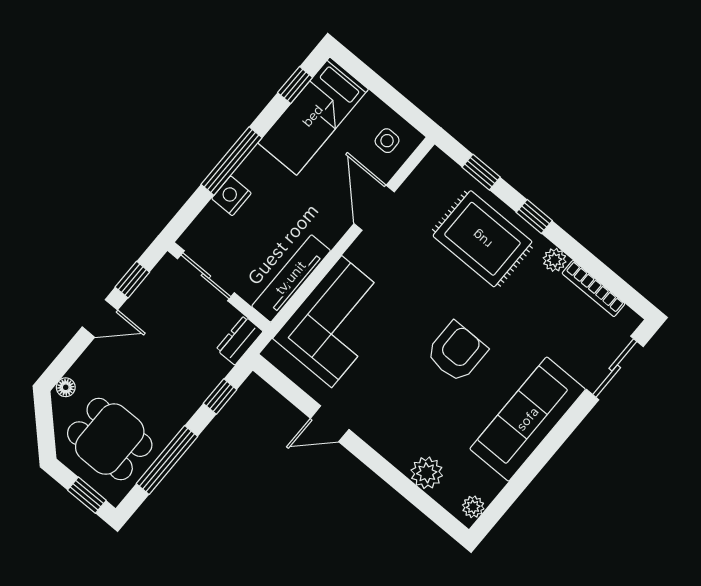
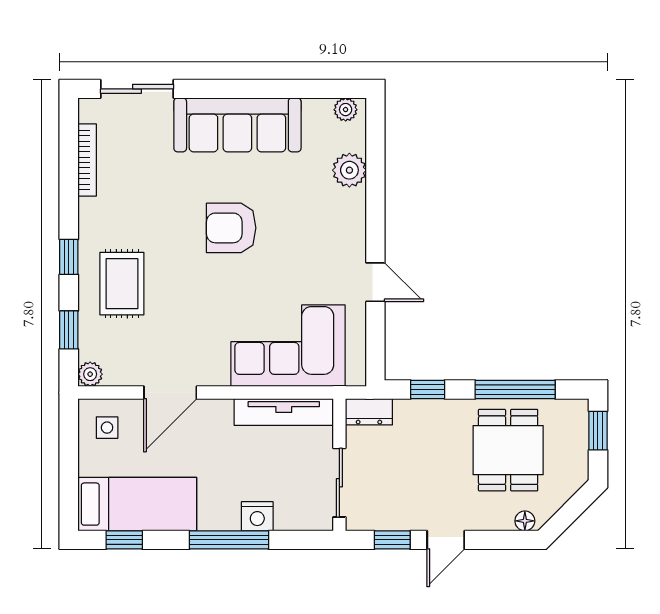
rug: (482, 239) -> (122, 284), width x0.73, depth x0.70
plant: (555, 260) -> (90, 374), moved
door: (100, 318) -> (446, 540), swing flipped
dining table: (110, 439) -> (508, 450), moved

